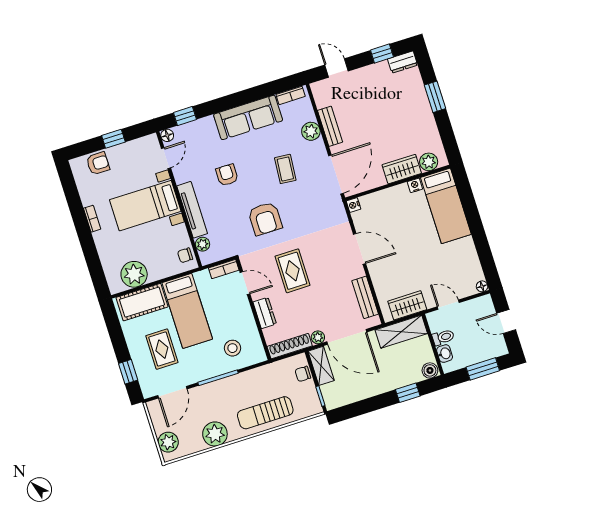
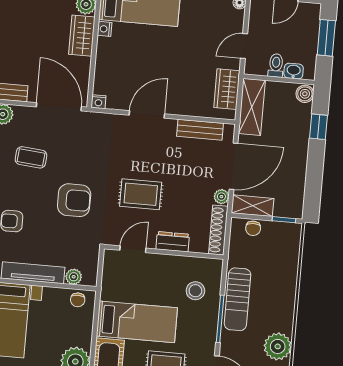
bookcase: (224, 269) -> (109, 265), removed
sun lounger: (265, 413) -> (238, 299), moved

